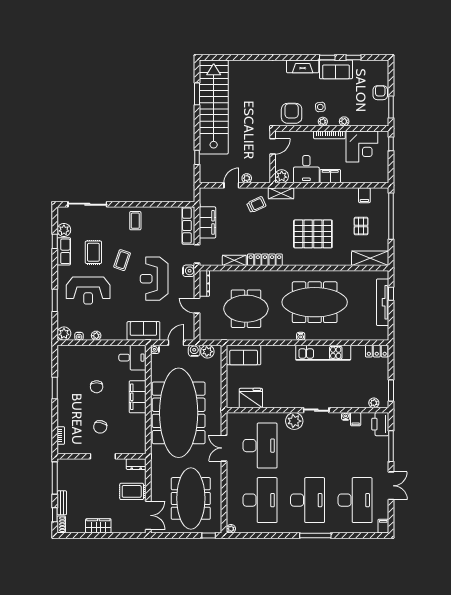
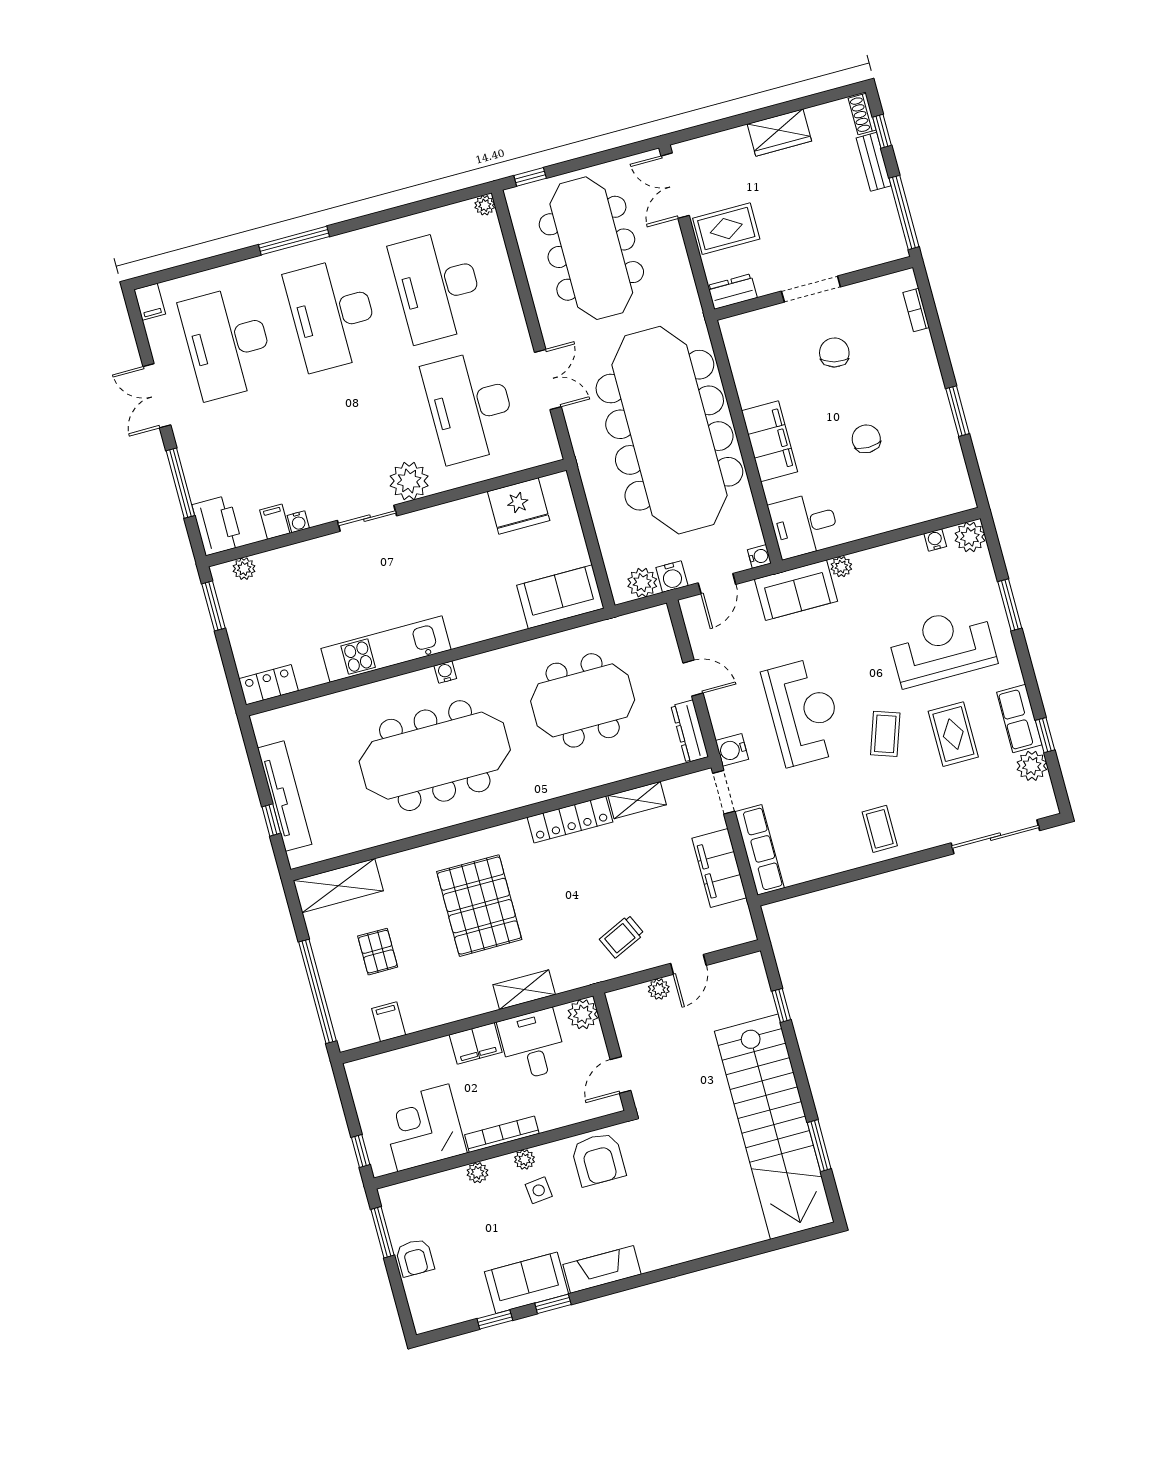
shelving: (281, 193) -> (524, 990), moved
pallet: (313, 234) -> (479, 906), turned 90
plant: (96, 336) -> (841, 567), moved

